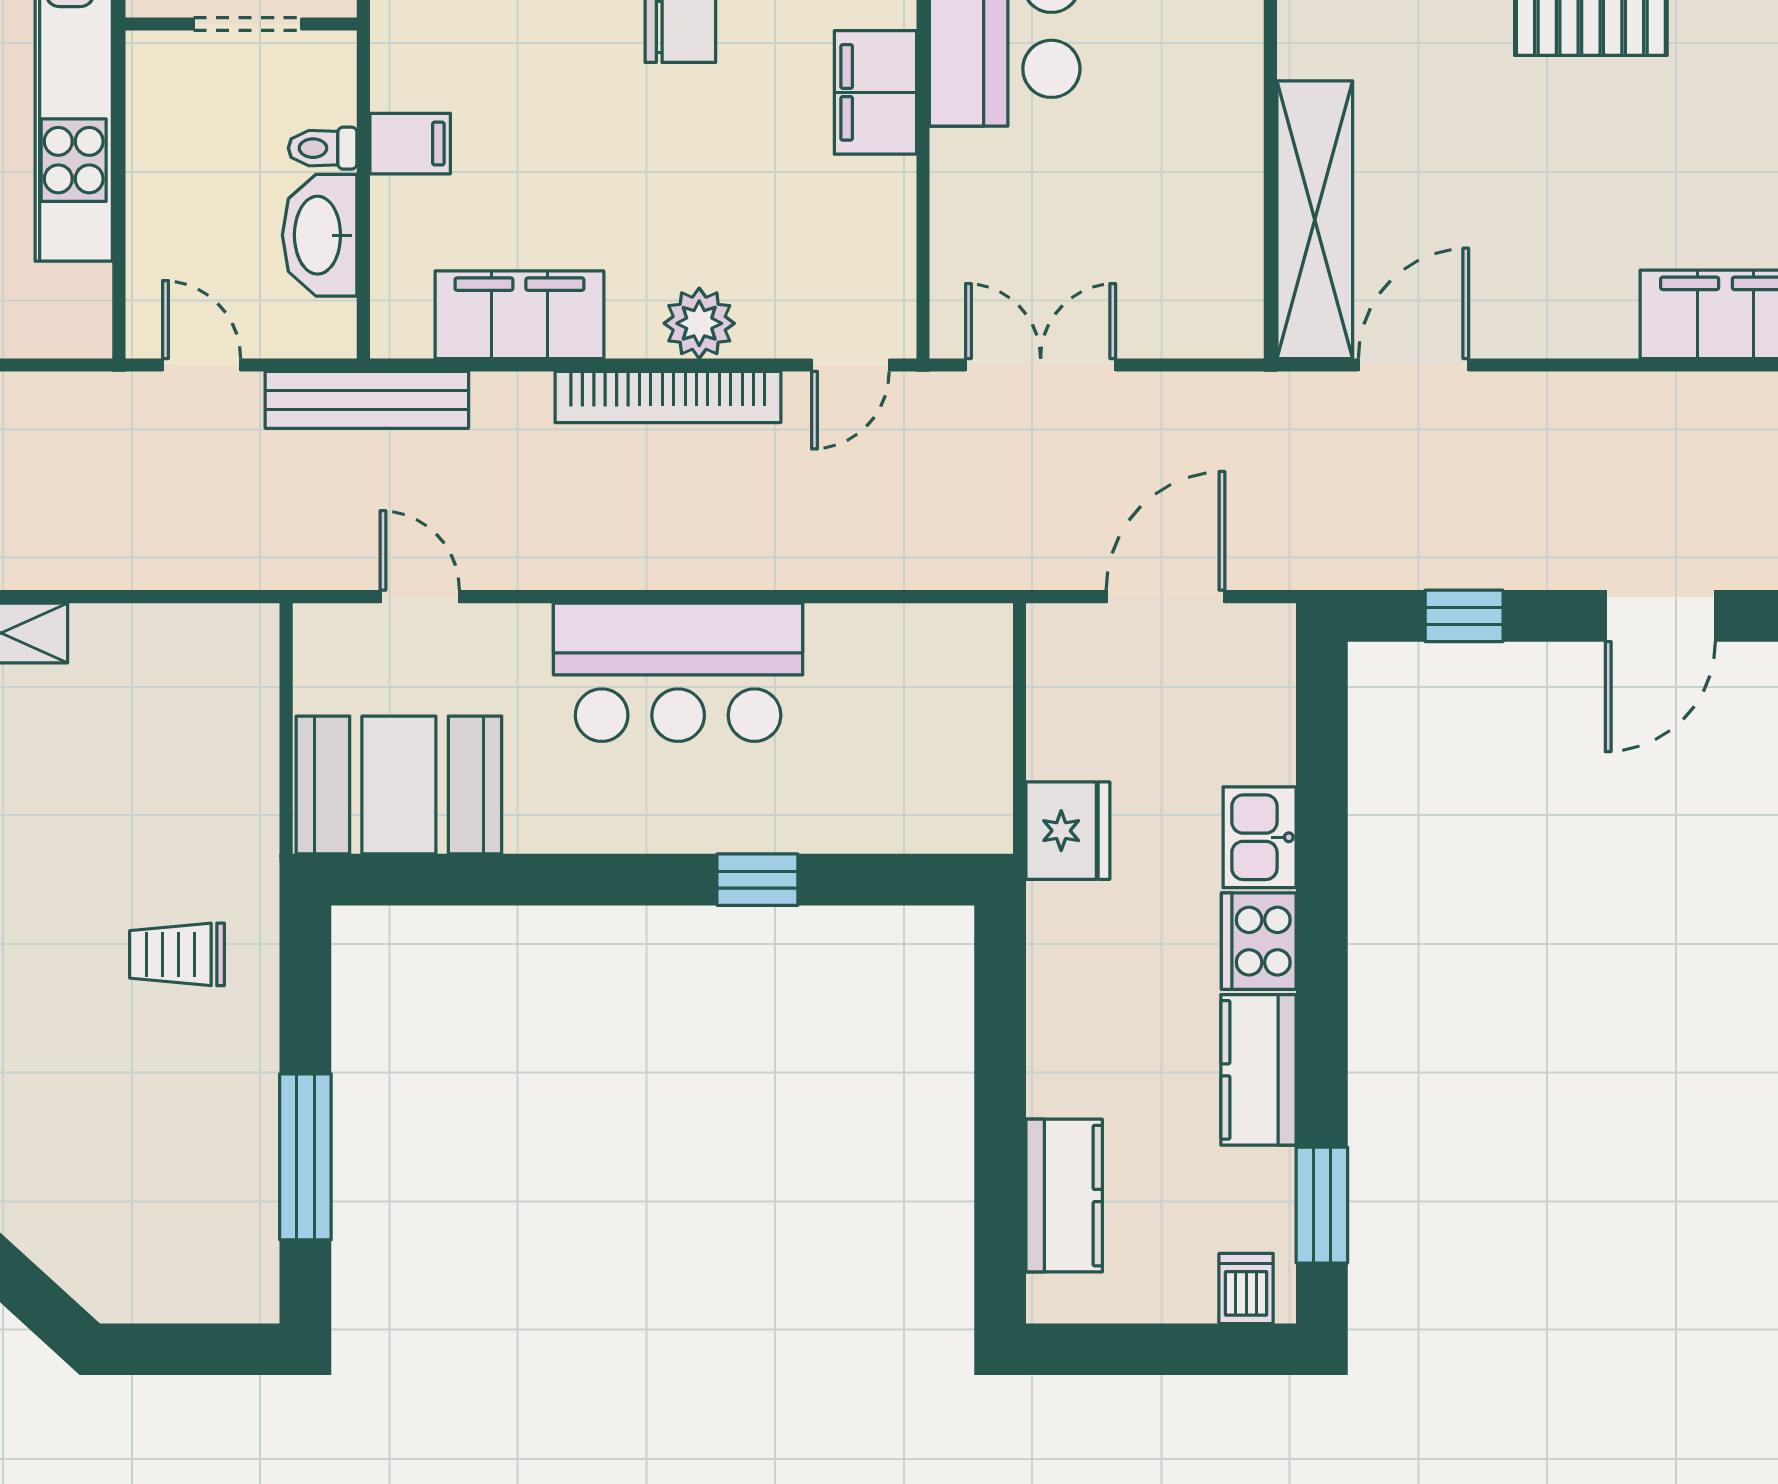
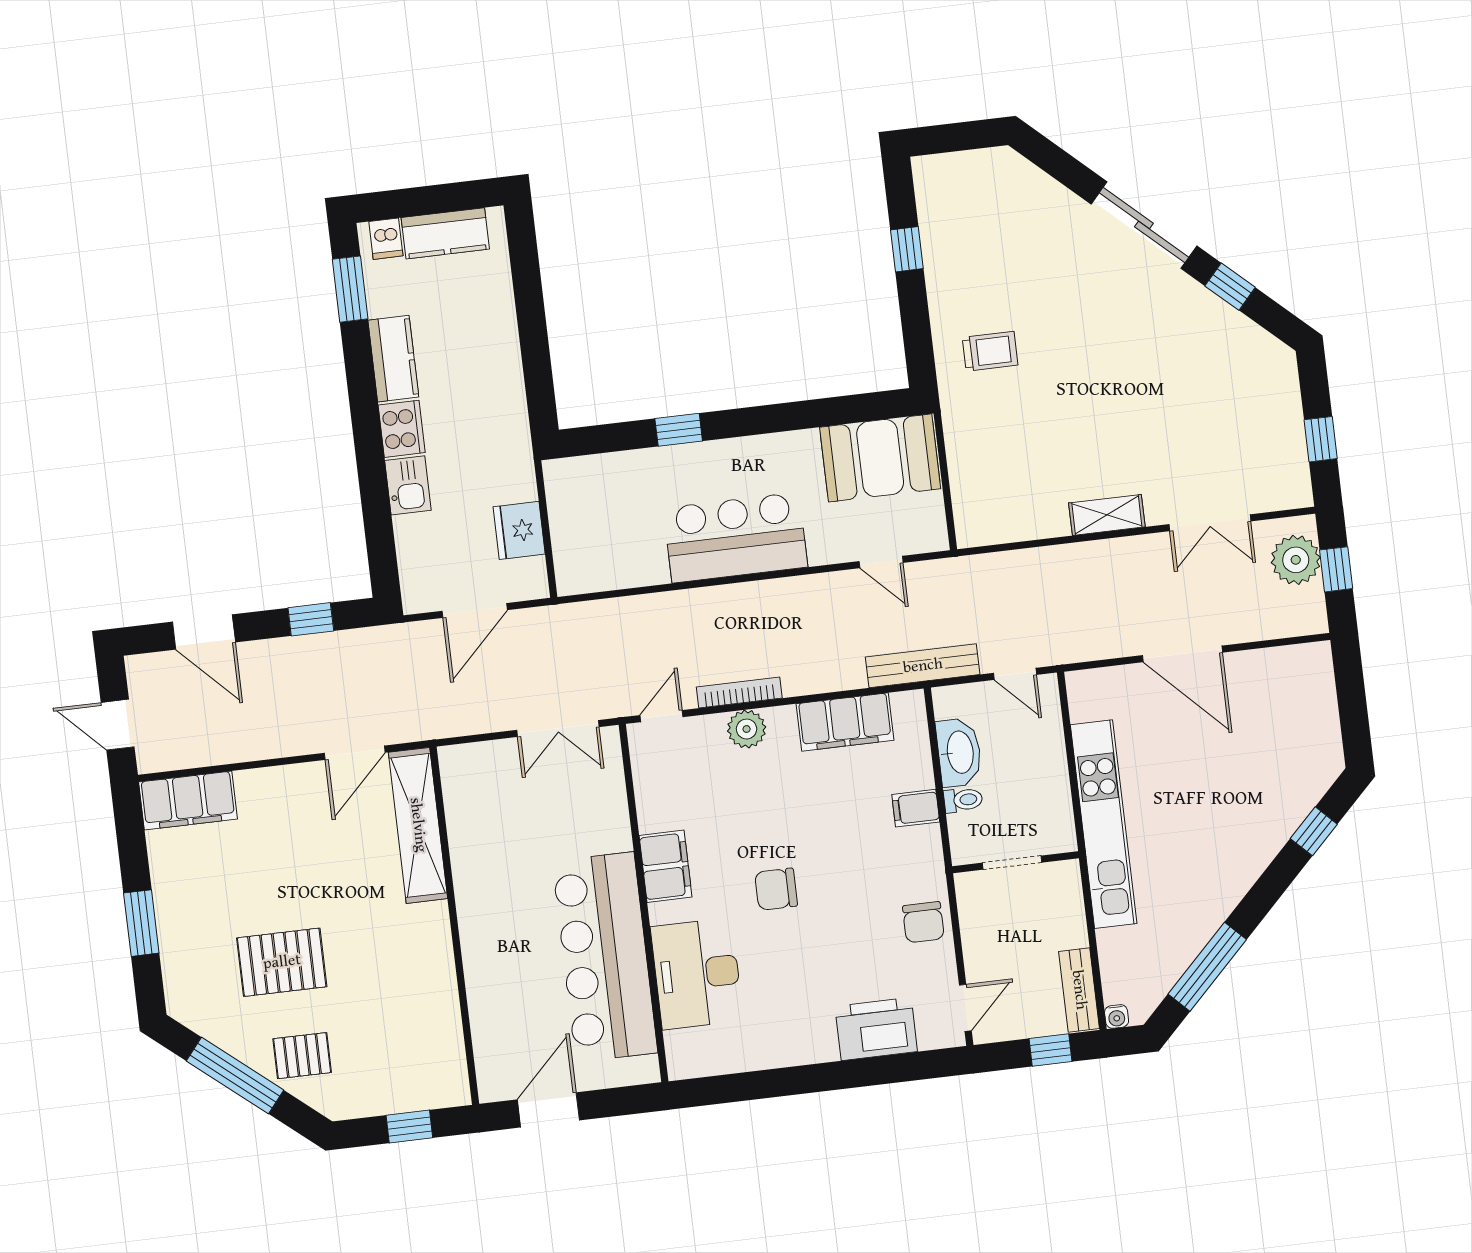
bookcase: (668, 397) -> (739, 692), width x0.68, depth x0.76
door: (1660, 616) -> (204, 632), swing flipped
fridge: (1068, 831) -> (519, 530), moved
window: (305, 1157) -> (907, 249), width x0.46
kitchen counter: (1064, 1196) -> (445, 233), moved, turned -90

